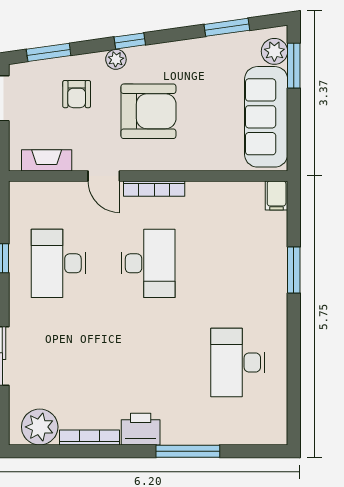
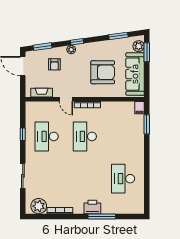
armchair: (148, 111) -> (103, 72), moved
desk: (148, 263) -> (85, 136), turned 180
window: (294, 270) -> (147, 124), moved
printer: (141, 429) -> (92, 207), moved

